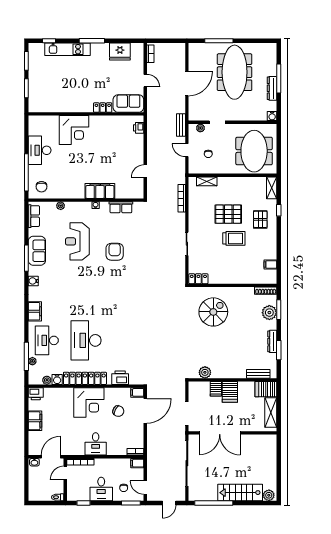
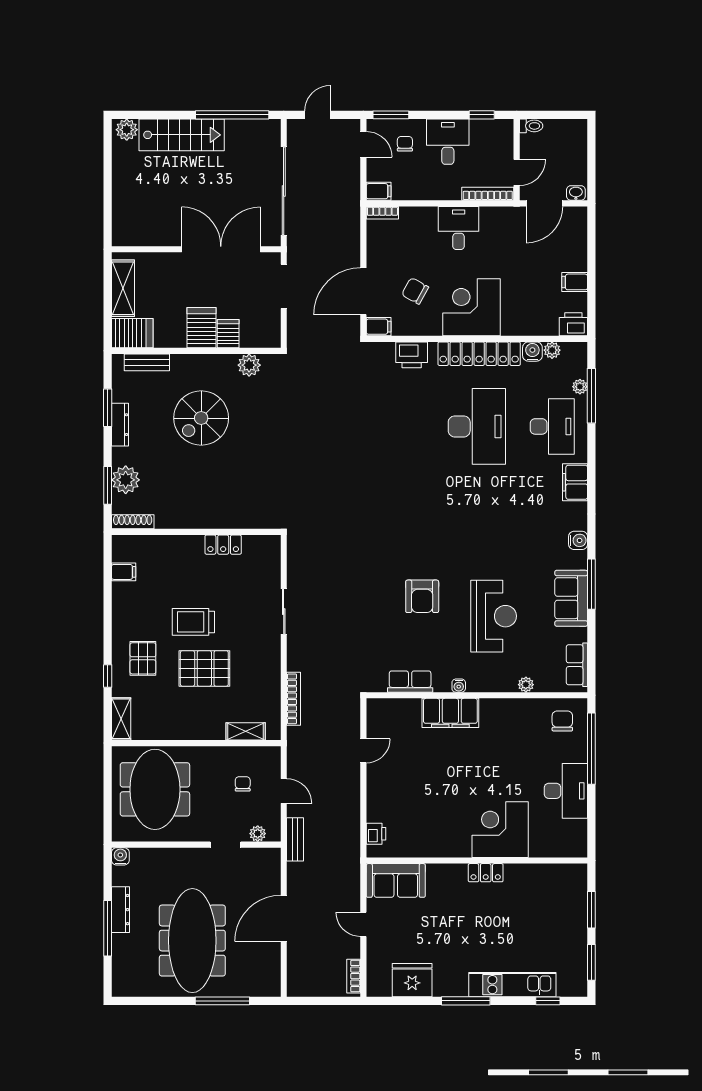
locker: (103, 108) -> (486, 873), moved
locker: (198, 279) -> (223, 545), moved
spiral stairs: (213, 312) -> (201, 418), moved
filing cabinet: (35, 421) -> (575, 282), width x0.50

